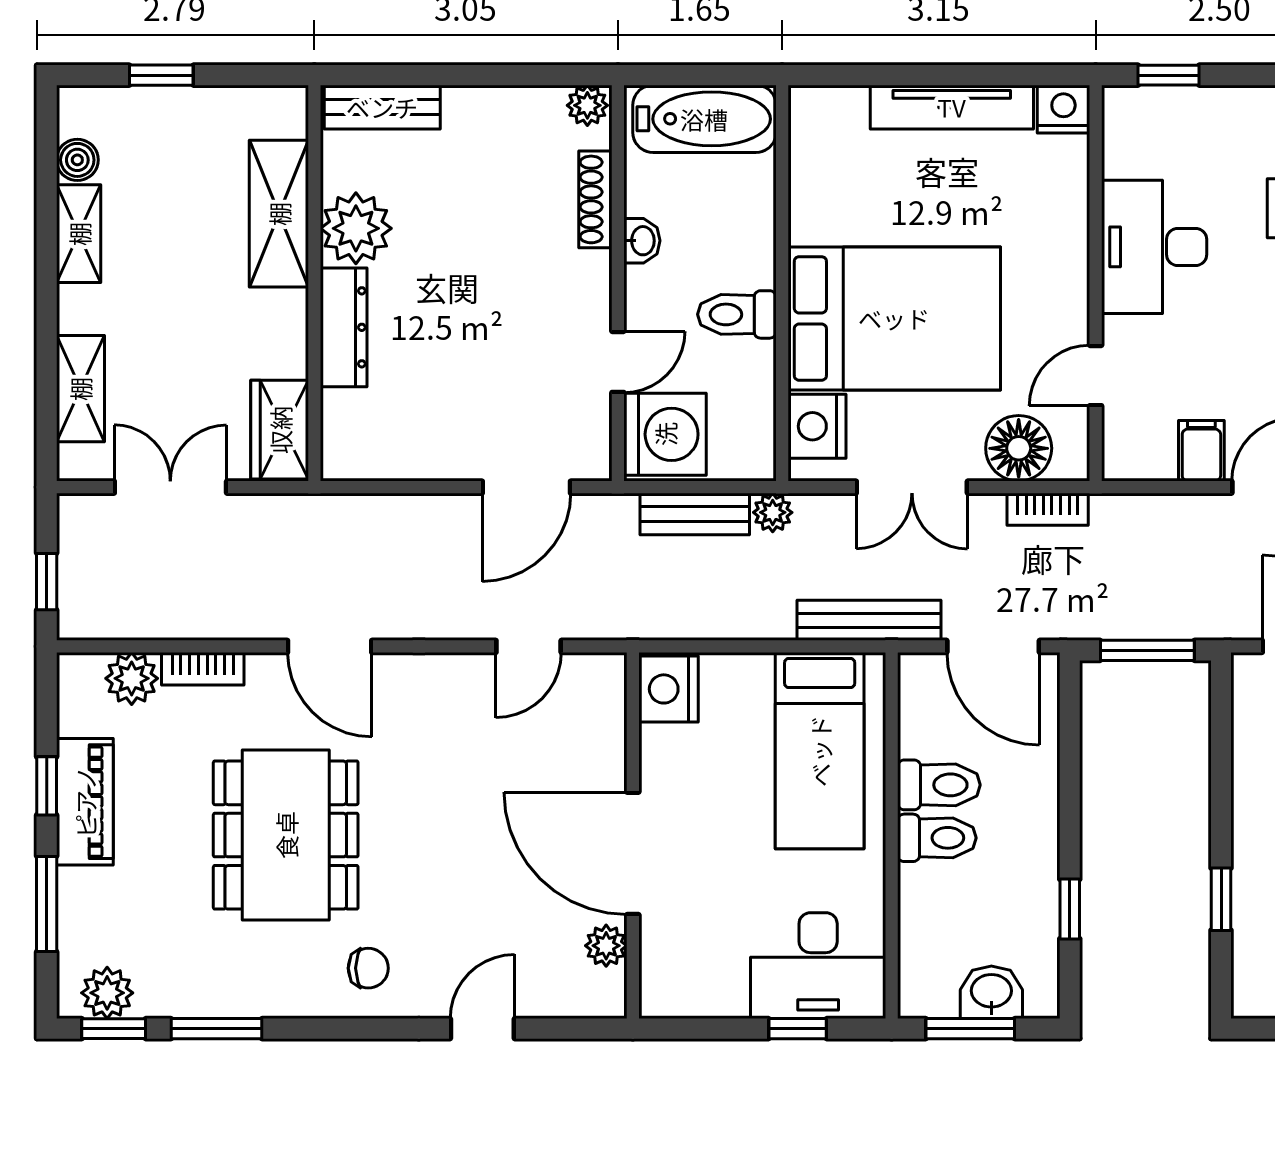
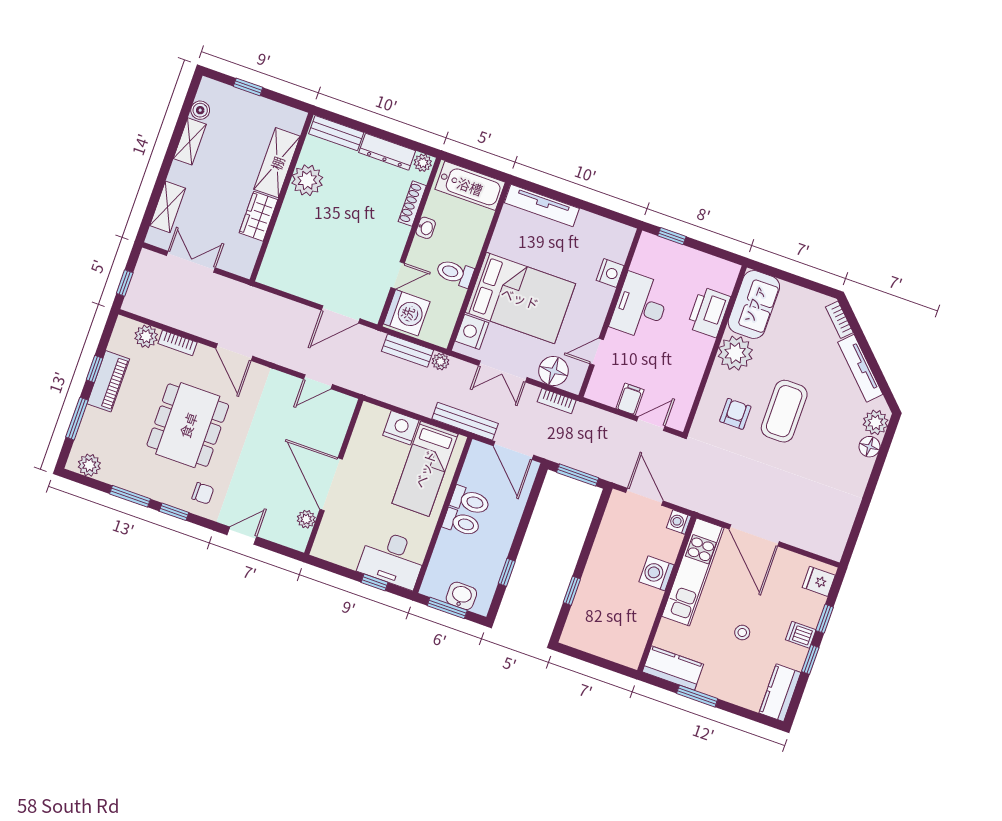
tv unit: (952, 107) -> (542, 206), moved
nightstand: (1063, 109) -> (610, 273), moved, turned 90
dresser: (344, 327) -> (387, 152), moved, turned 90
wardrobe: (280, 430) -> (258, 216), moved
nightstand: (668, 689) -> (401, 428), moved, turned 90
window: (114, 1029) -> (174, 512), moved

